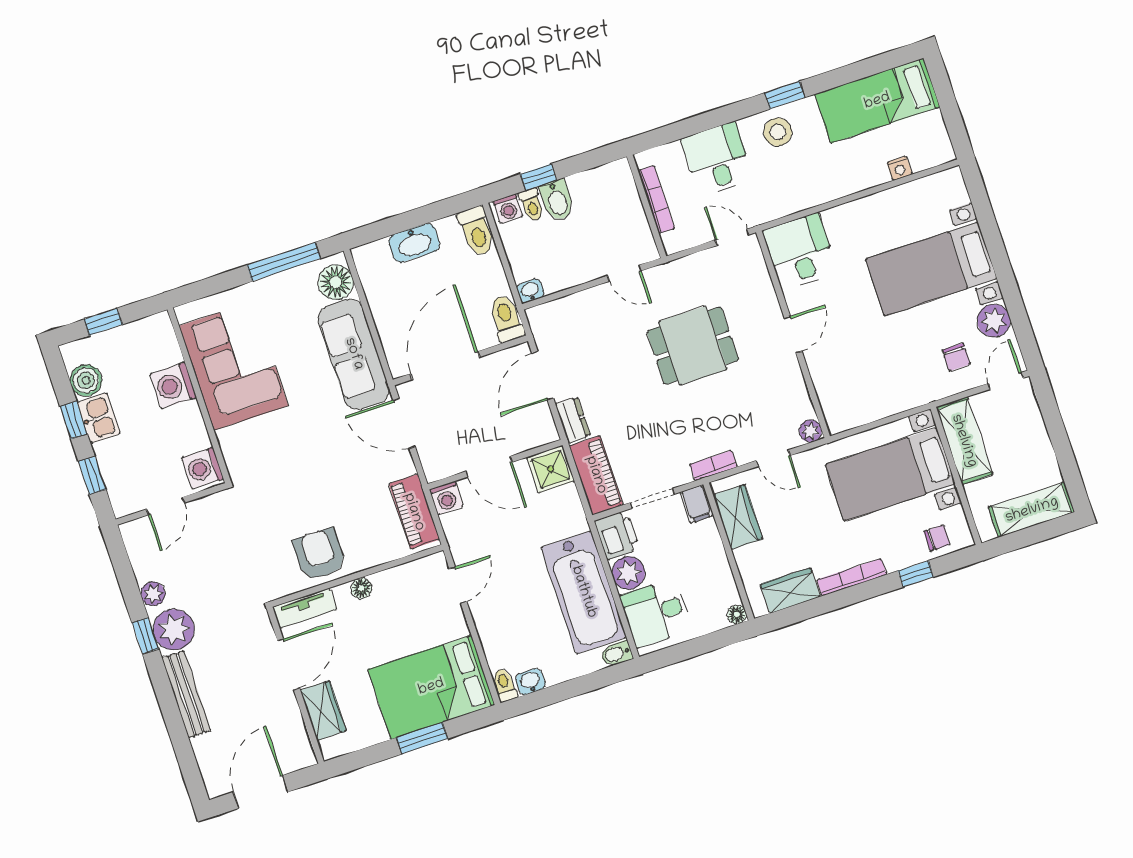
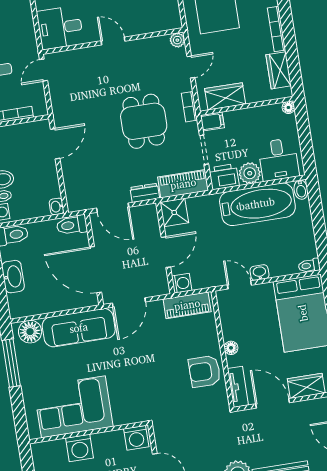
door: (624, 273) -> (55, 144), width x1.38
dining table: (693, 346) -> (144, 121), moved
washbasin: (530, 682) -> (259, 273), moved, turned 90

